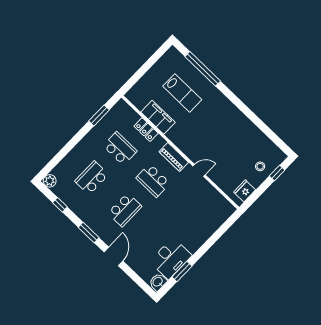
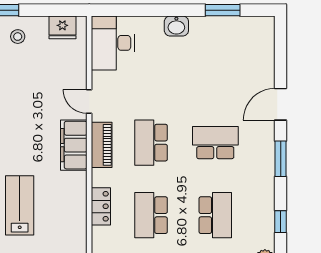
filing cabinet: (158, 117) -> (74, 145), moved
school desk: (92, 178) -> (215, 215), turned -90
school desk: (153, 180) -> (151, 143), turned 180
desk: (171, 258) -> (113, 43), moved, turned -90
washbasin: (158, 282) -> (176, 26), moved

